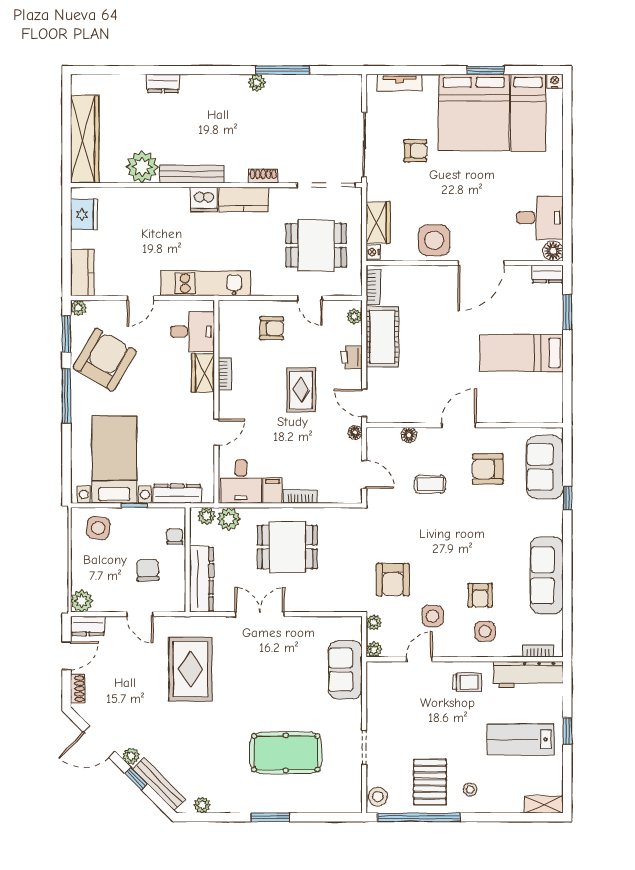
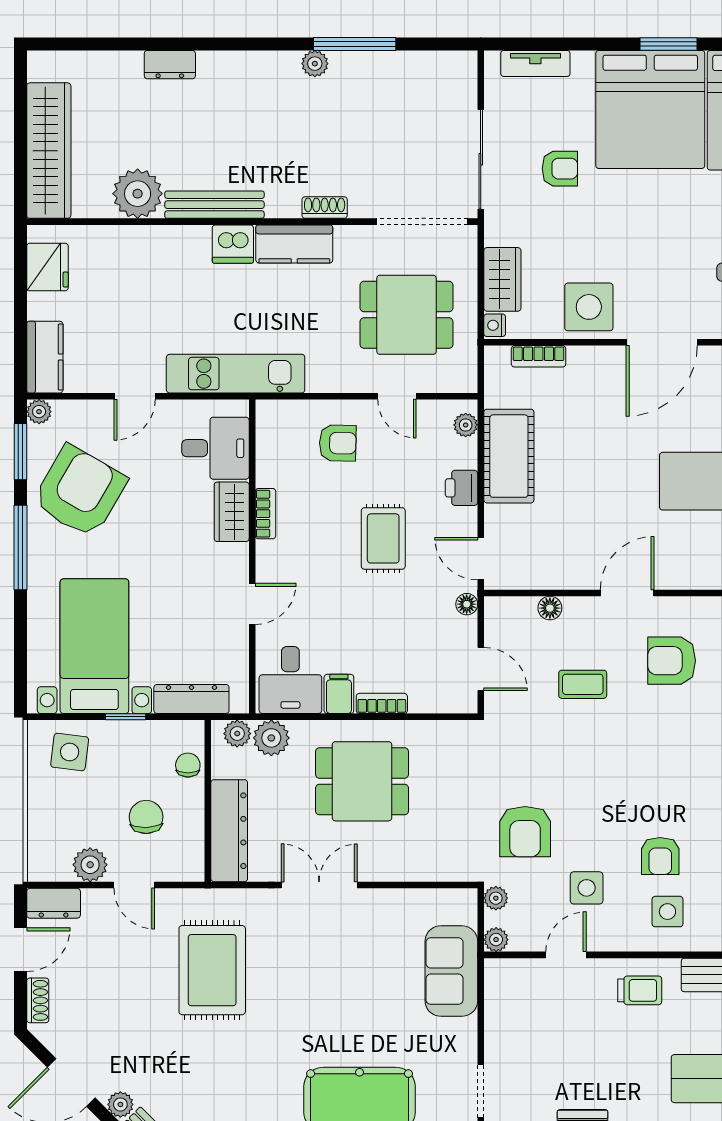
bookcase: (373, 287) -> (539, 356), moved, turned 90
plant: (82, 601) -> (90, 865), moved

